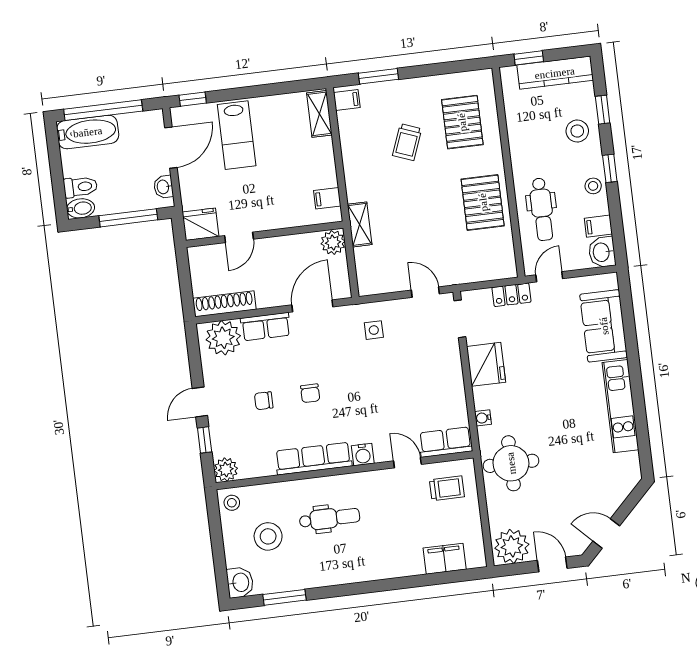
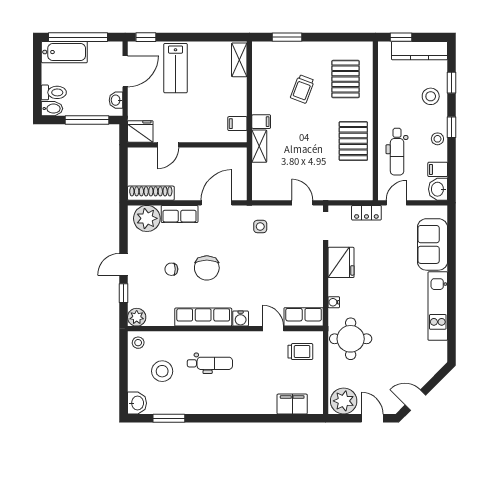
filing cabinet: (347, 100) -> (261, 122), moved
plant: (333, 242) -> (238, 157), removed
chair: (310, 393) -> (207, 268), width x1.87, depth x1.87

